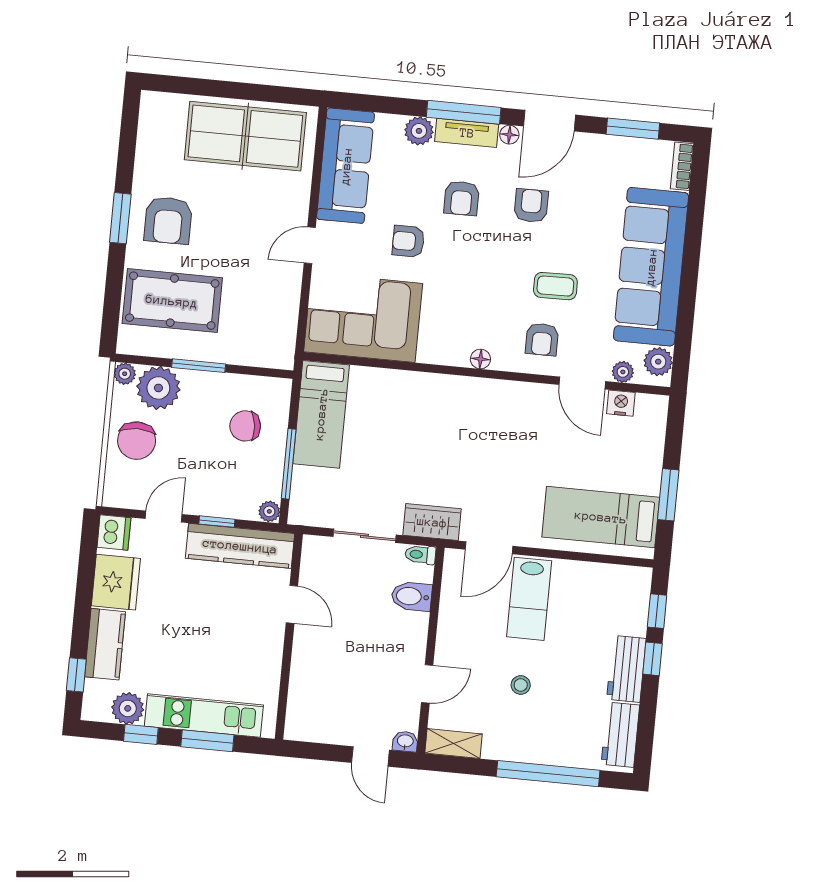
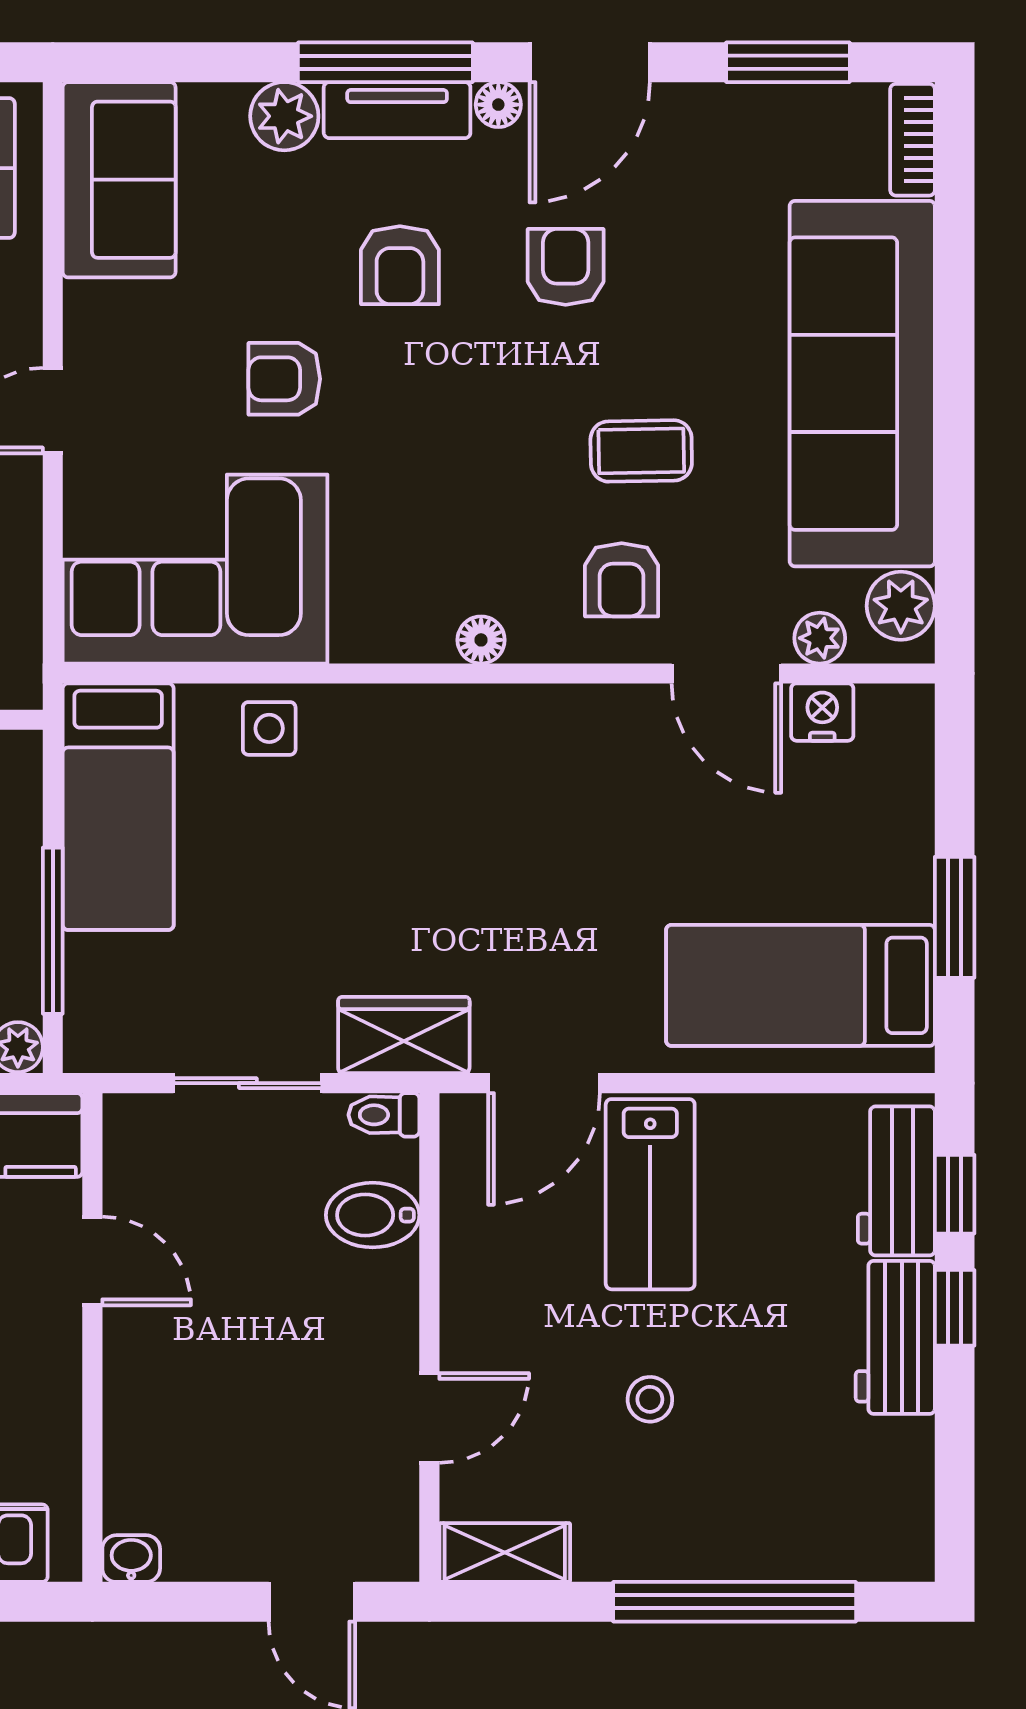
sofa: (346, 166) -> (119, 180), width x0.73
side table: (388, 388) -> (269, 728), added
workbench: (620, 735) -> (896, 1181), moved
washbasin: (405, 741) -> (131, 1559), moved

